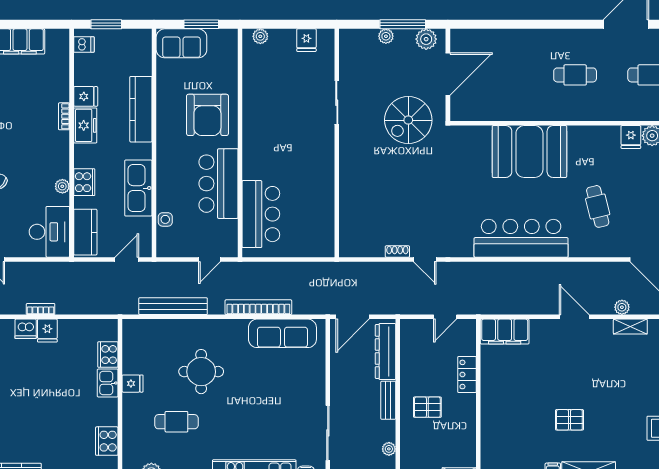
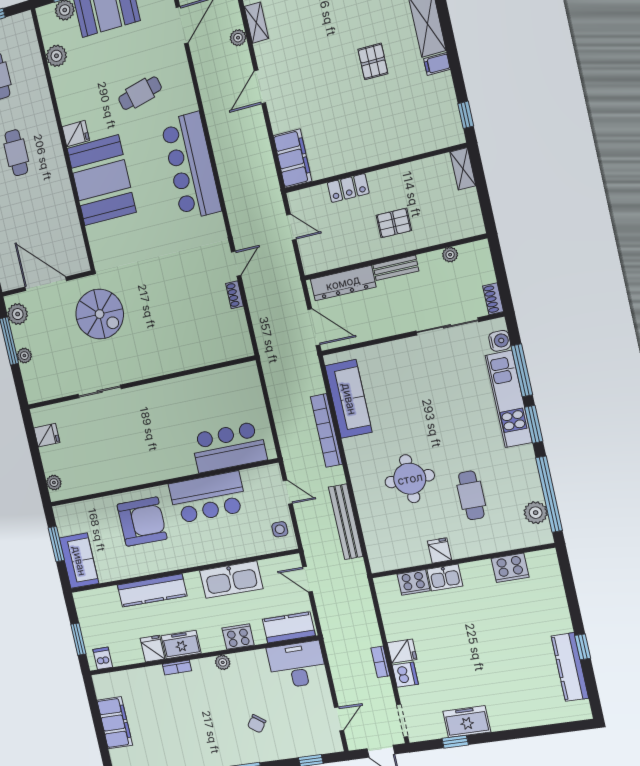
fridge: (631, 137) -> (76, 134), moved
plant: (62, 186) -> (223, 662), moved
side table: (165, 219) -> (280, 529), moved
pallet: (427, 407) -> (394, 223), turned 90

